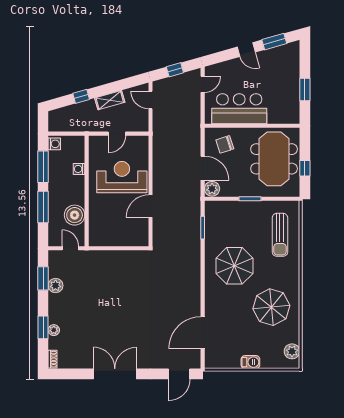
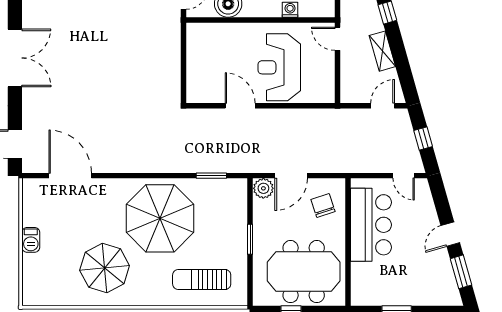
door: (117, 134) -> (337, 39), moved
reception desk: (122, 177) -> (279, 67), turned 180
parasol: (234, 266) -> (160, 218), width x1.36, depth x1.36
plant: (292, 351) -> (45, 296), removed

